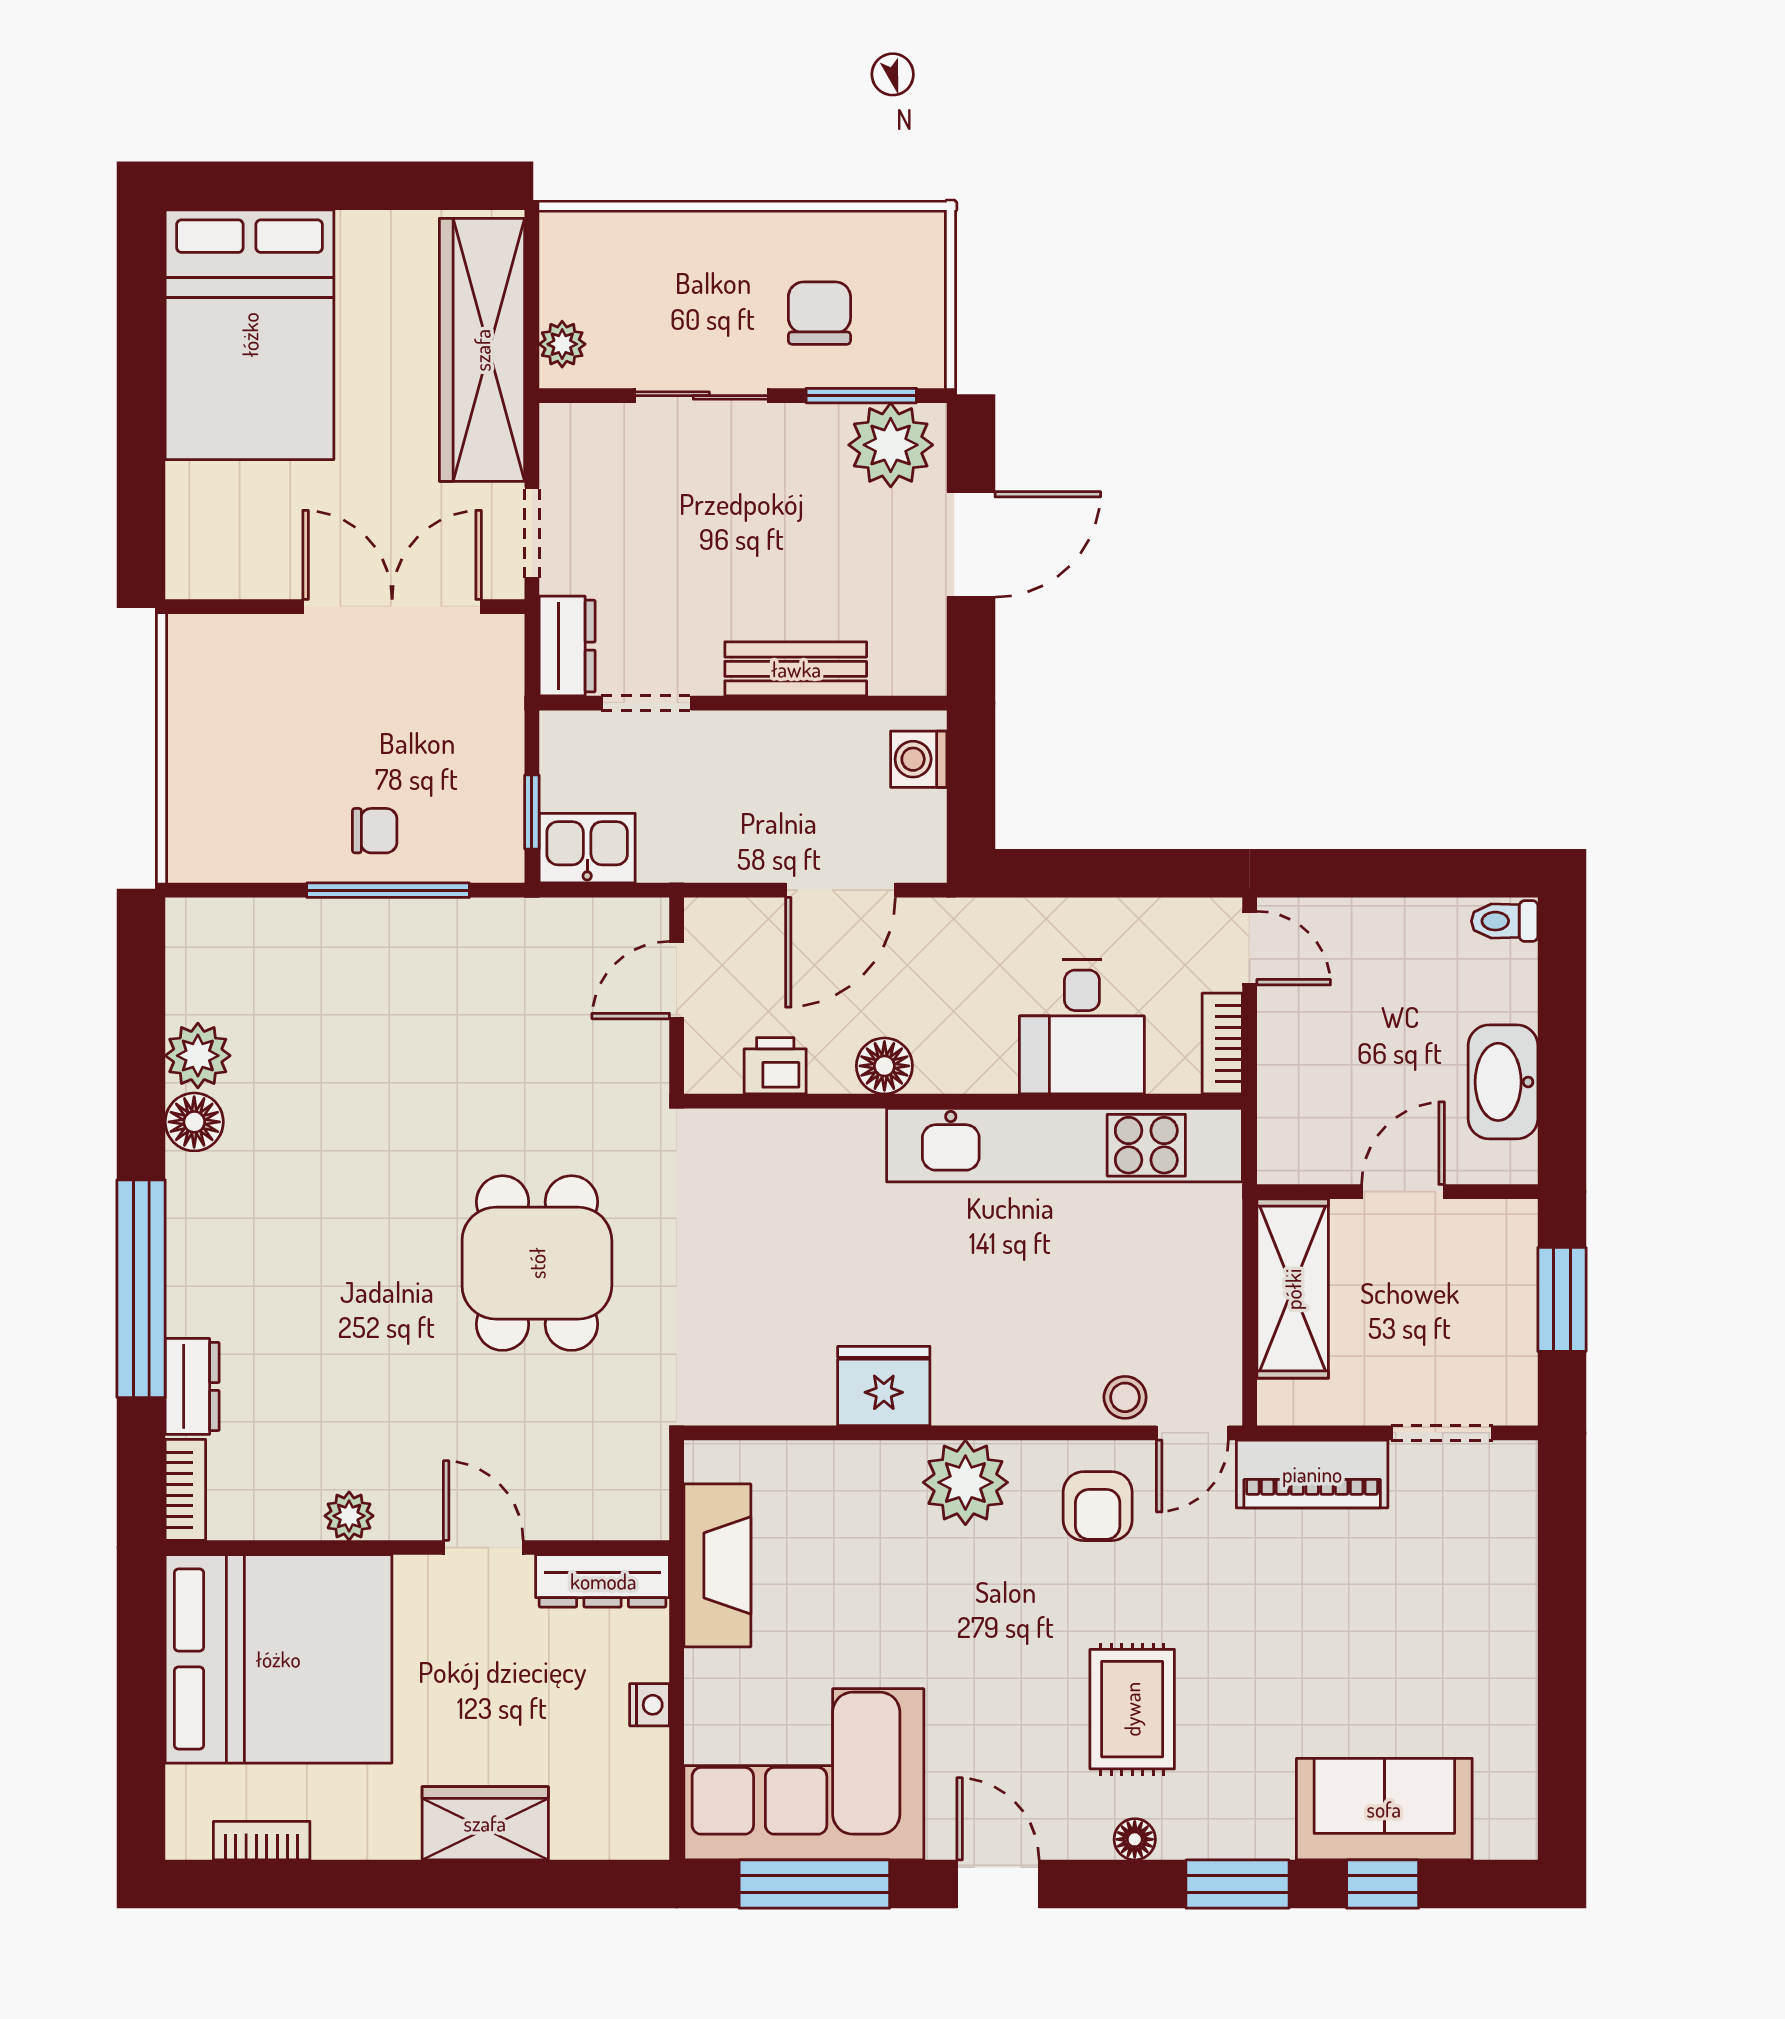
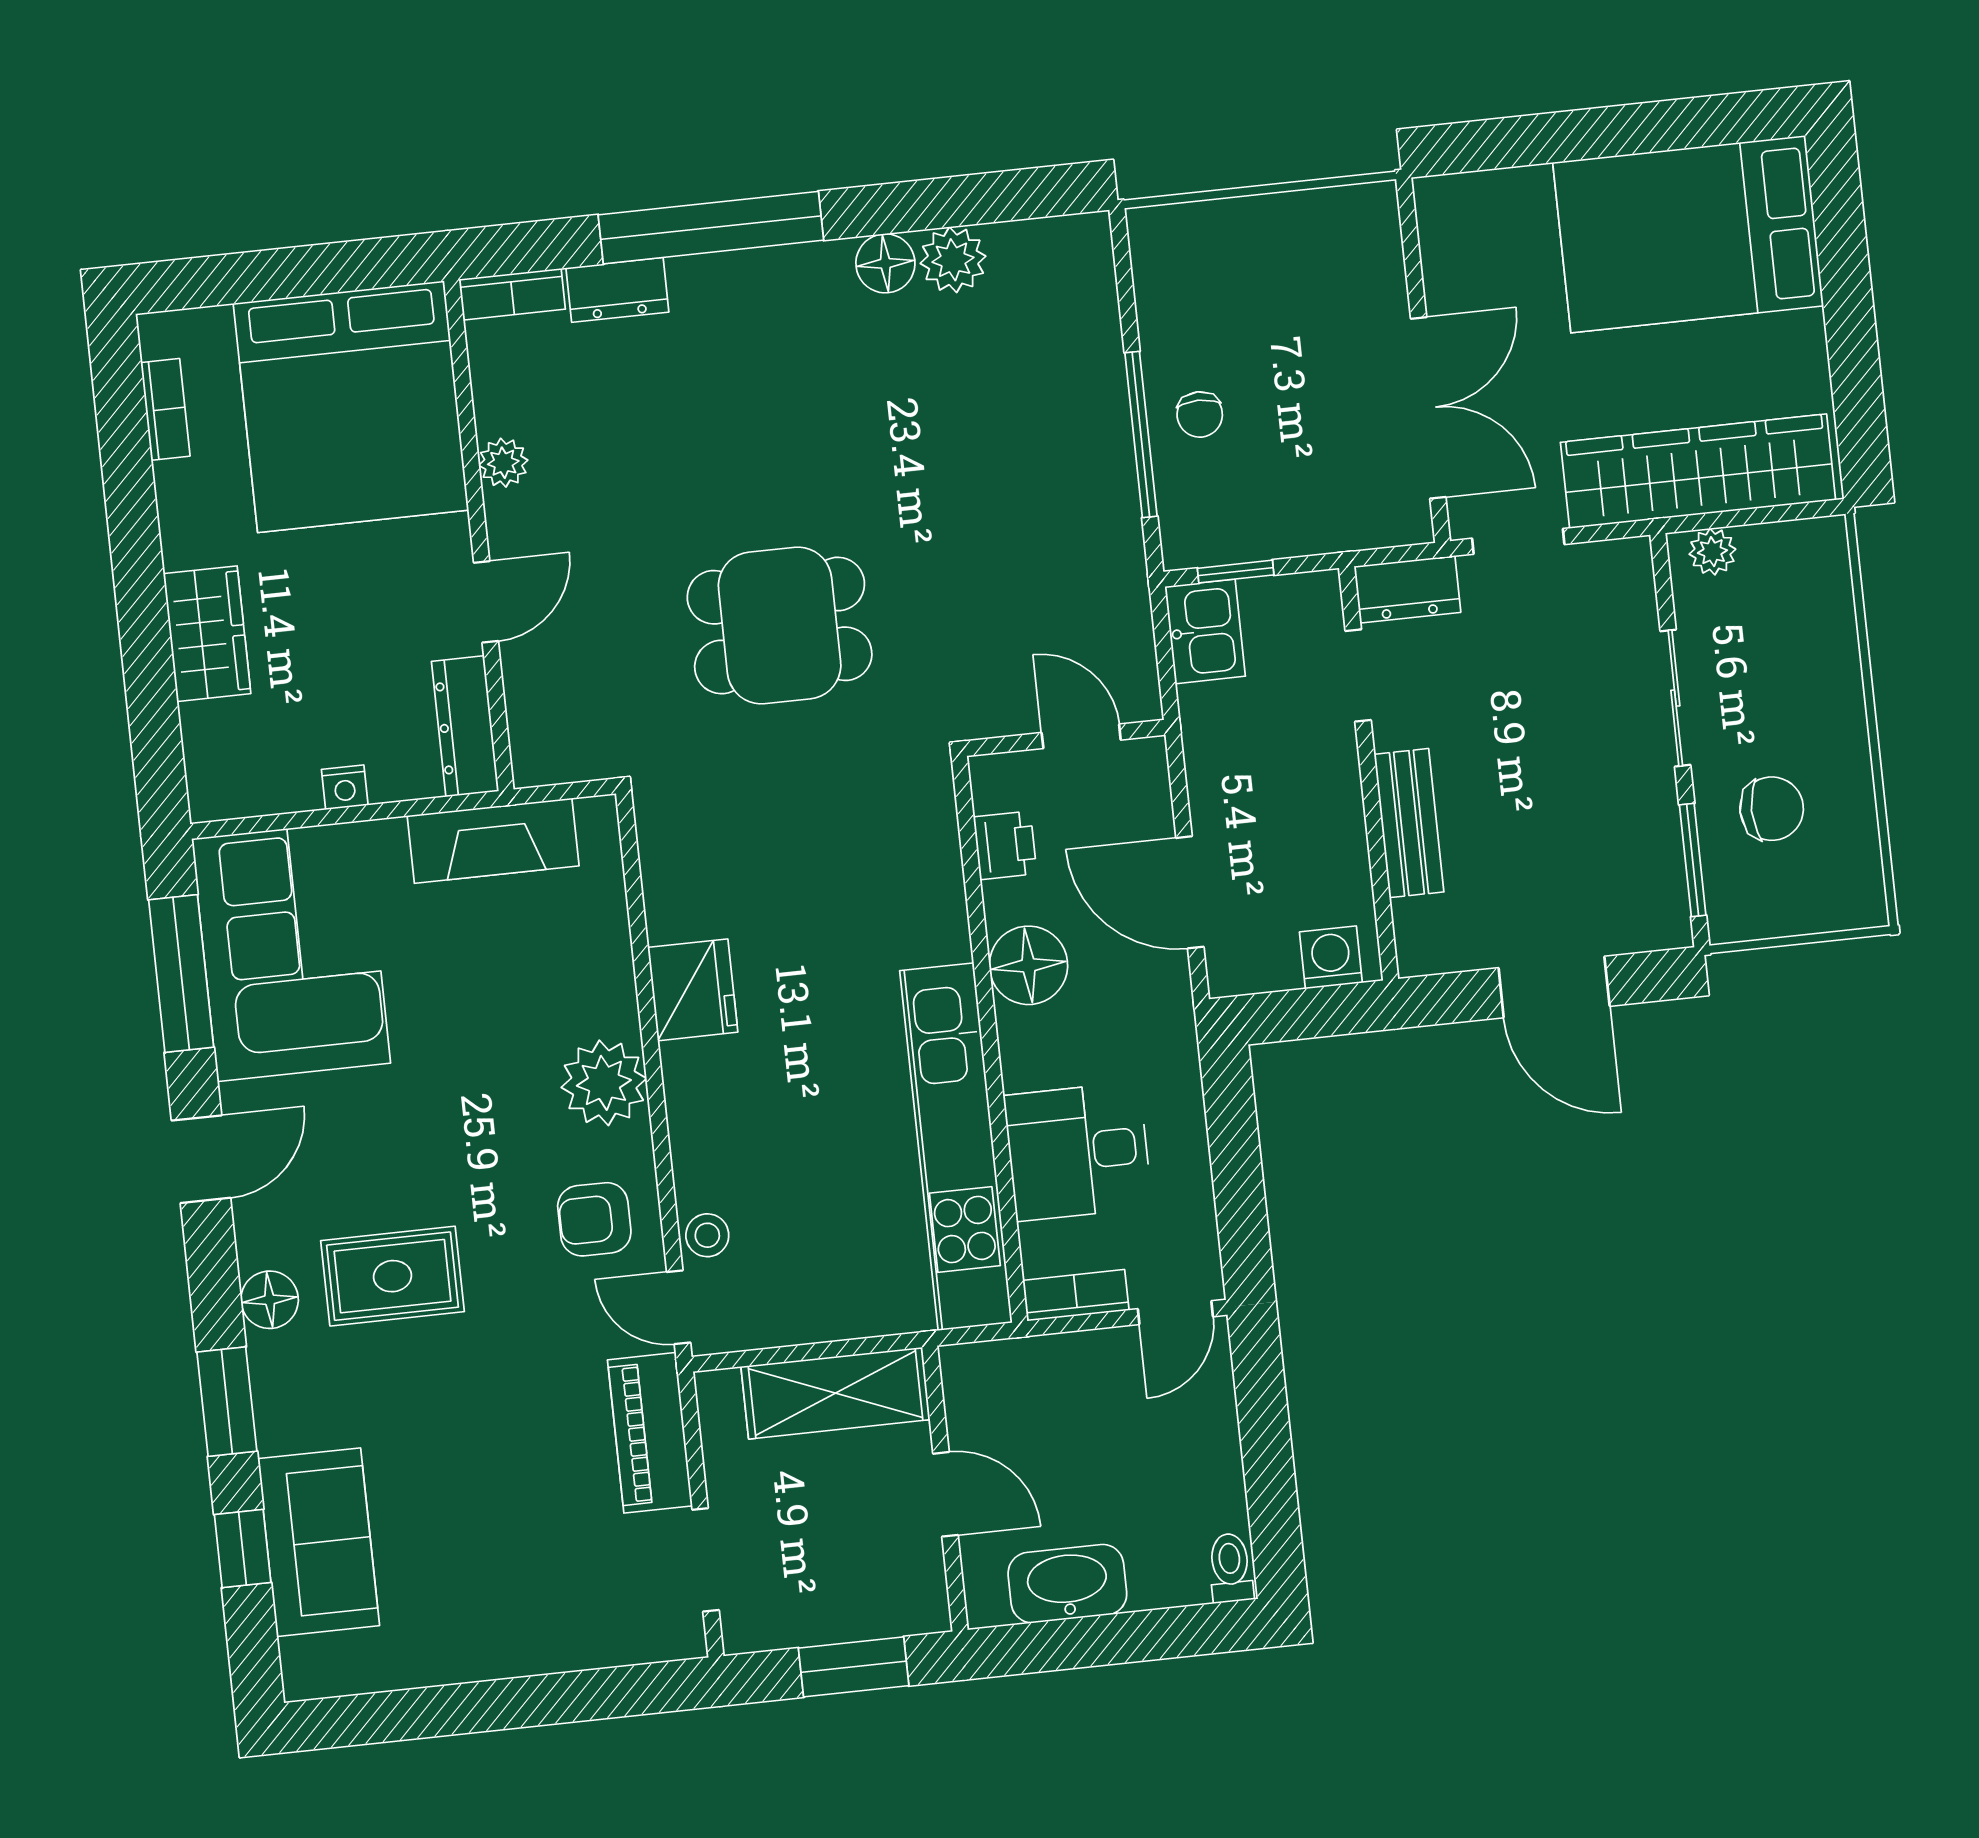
plant: (891, 445) -> (1646, 895), removed
floor lamp: (884, 1066) -> (1028, 965), width x1.38, depth x1.38
floor lamp: (1135, 1839) -> (270, 1300), width x1.37, depth x1.37

